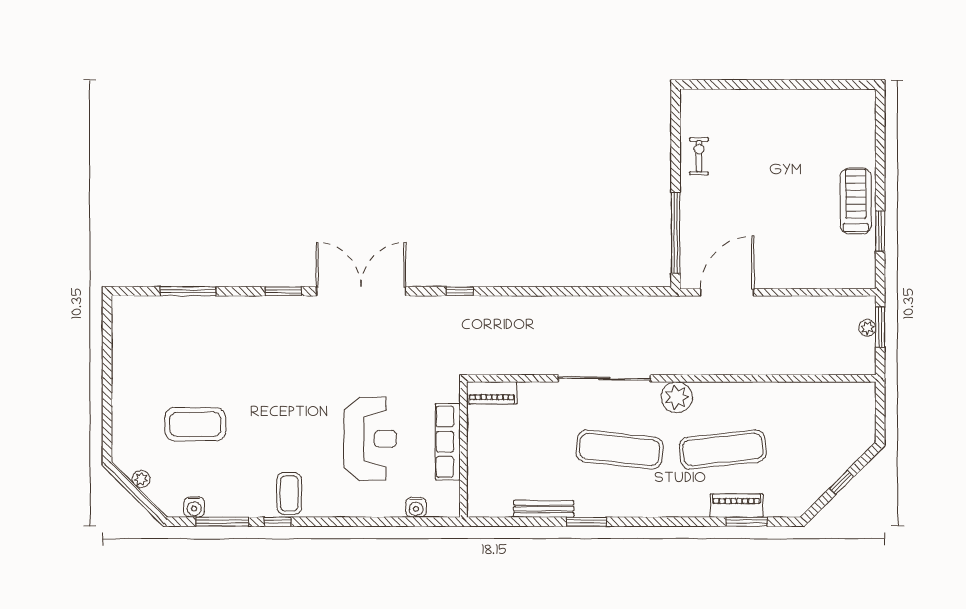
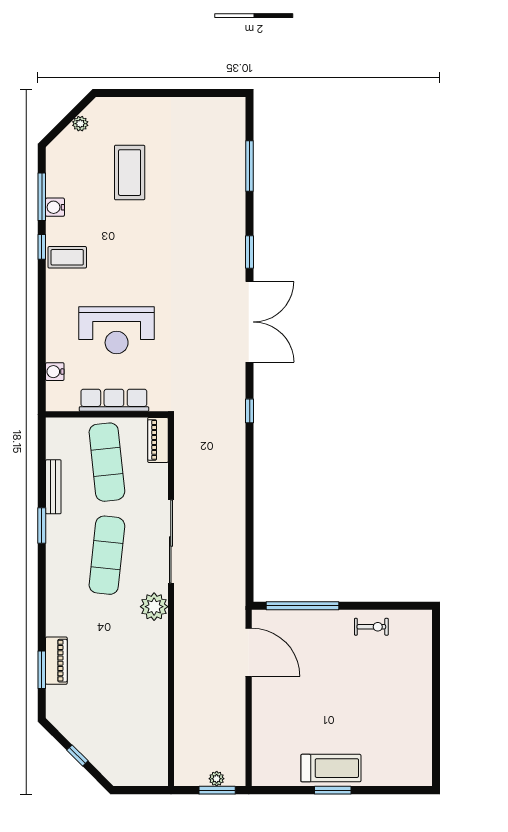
window: (880, 231) -> (333, 790), moved
exercise mat: (723, 450) -> (107, 462), moved
water cooler: (194, 507) -> (55, 207), moved

